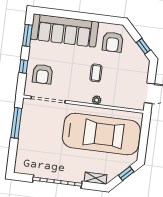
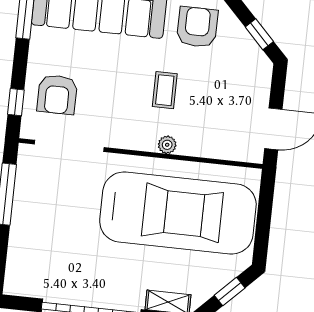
armchair: (113, 42) -> (197, 27), turned 180
window: (23, 66) -> (16, 102), moved

